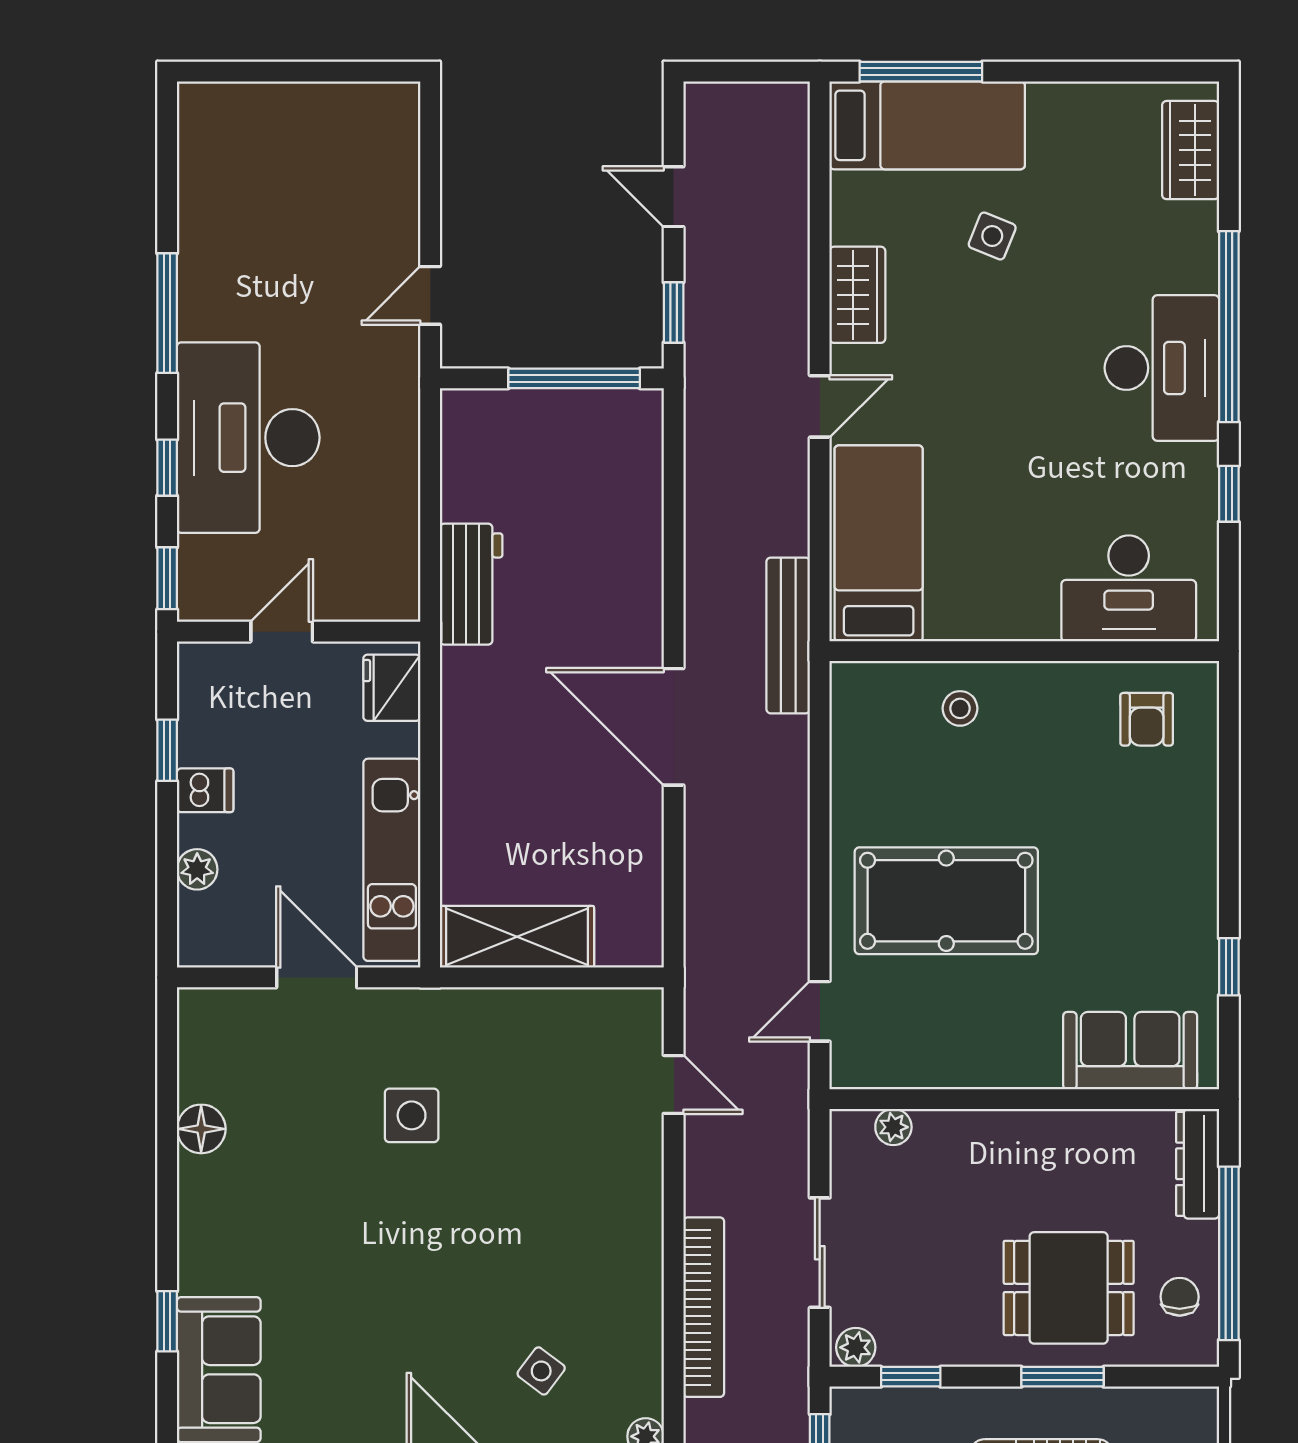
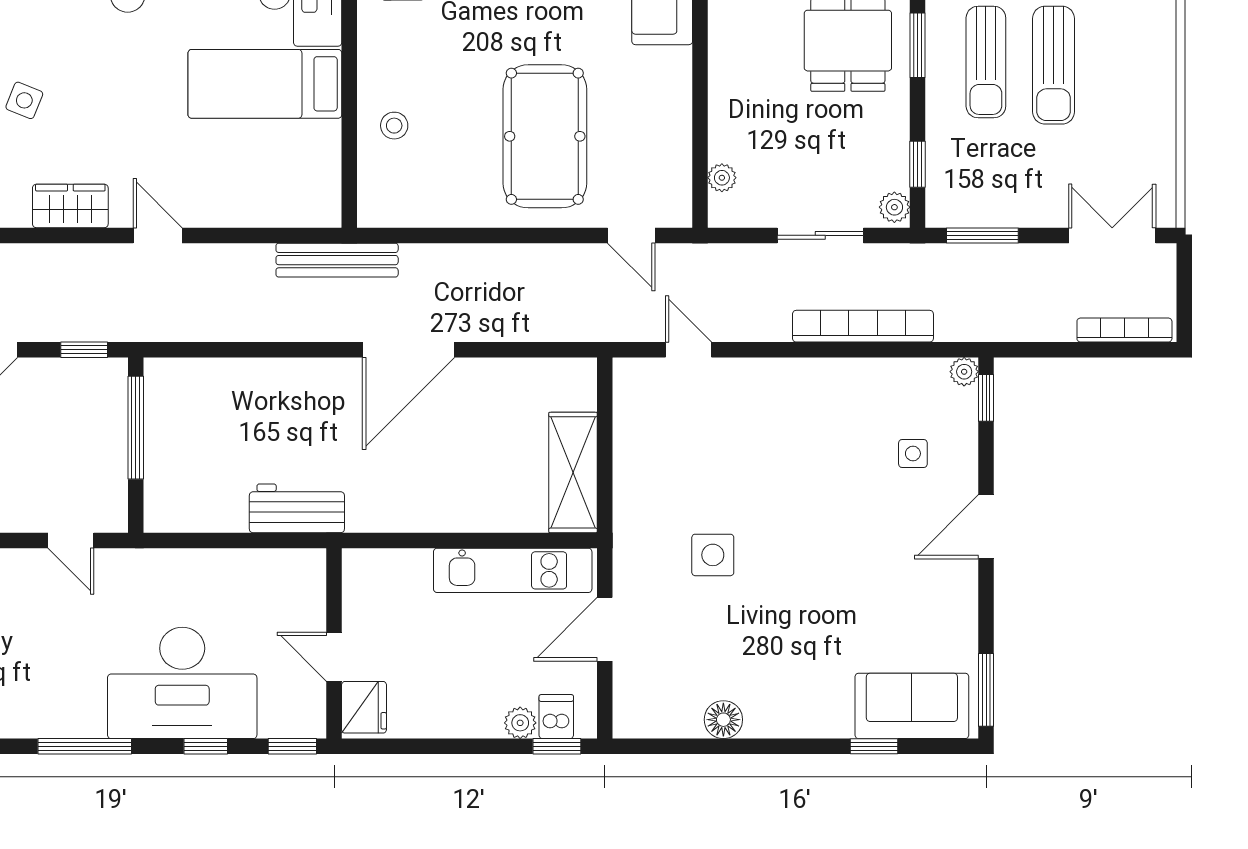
bed: (879, 543) -> (265, 84), moved
fridge: (392, 688) -> (364, 707), moved, turned -90
window: (167, 750) -> (557, 746), moved
dishwasher: (205, 790) -> (556, 717), moved
door: (674, 1084) -> (689, 350), hinge flipped
side table: (541, 1371) -> (913, 453), turned -37

